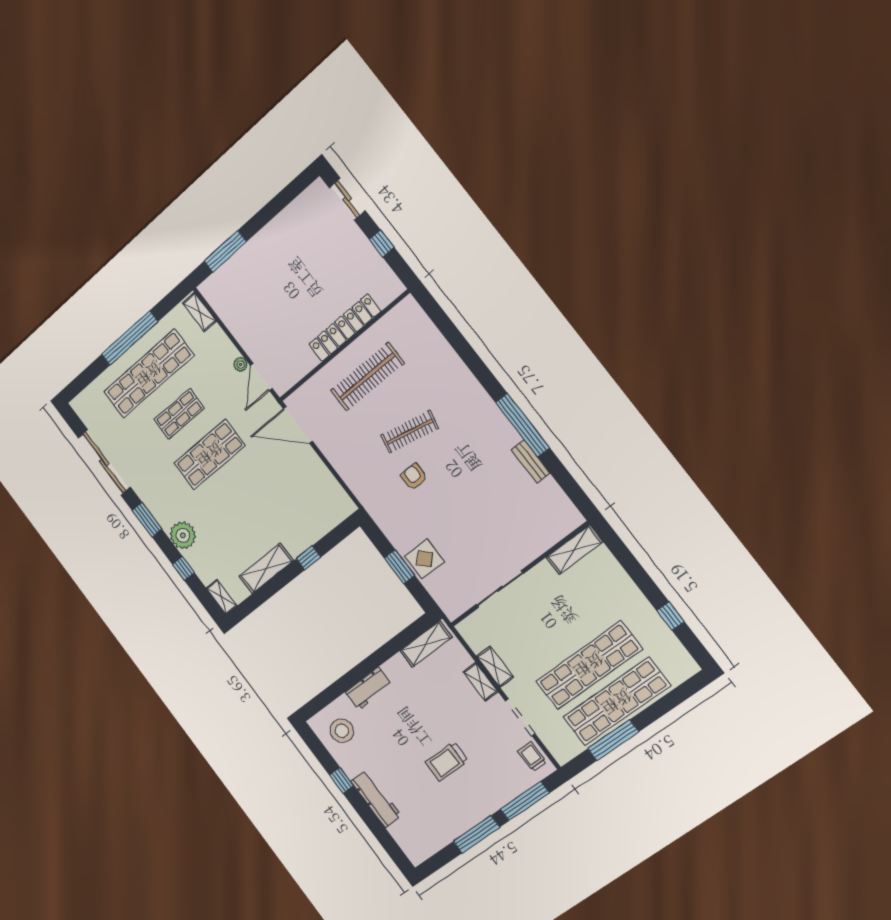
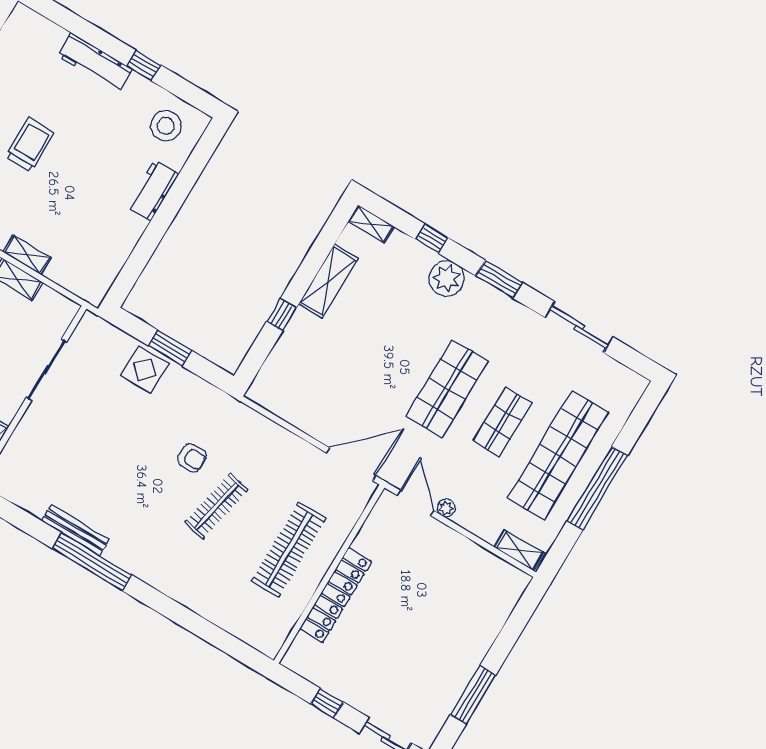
window: (225, 251) -> (473, 695), moved
bench: (531, 461) -> (75, 530), width x1.36
sliding door: (104, 462) -> (579, 327), width x0.73
shelving: (426, 644) -> (106, 272), removed

